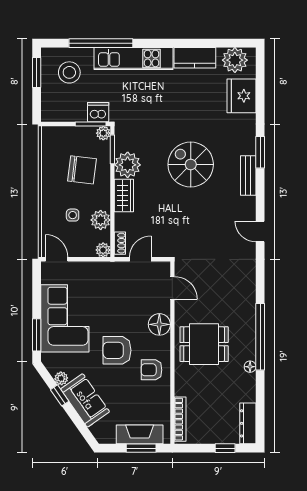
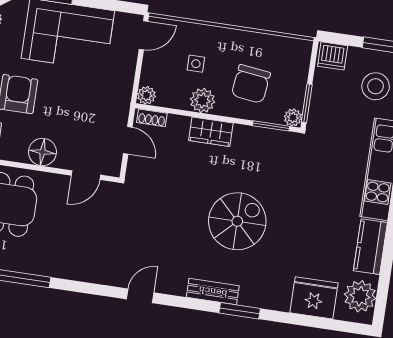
dishwasher: (98, 112) -> (333, 56), moved, turned 90
plant: (128, 165) -> (249, 142), removed
plant: (101, 220) -> (203, 100), moved

